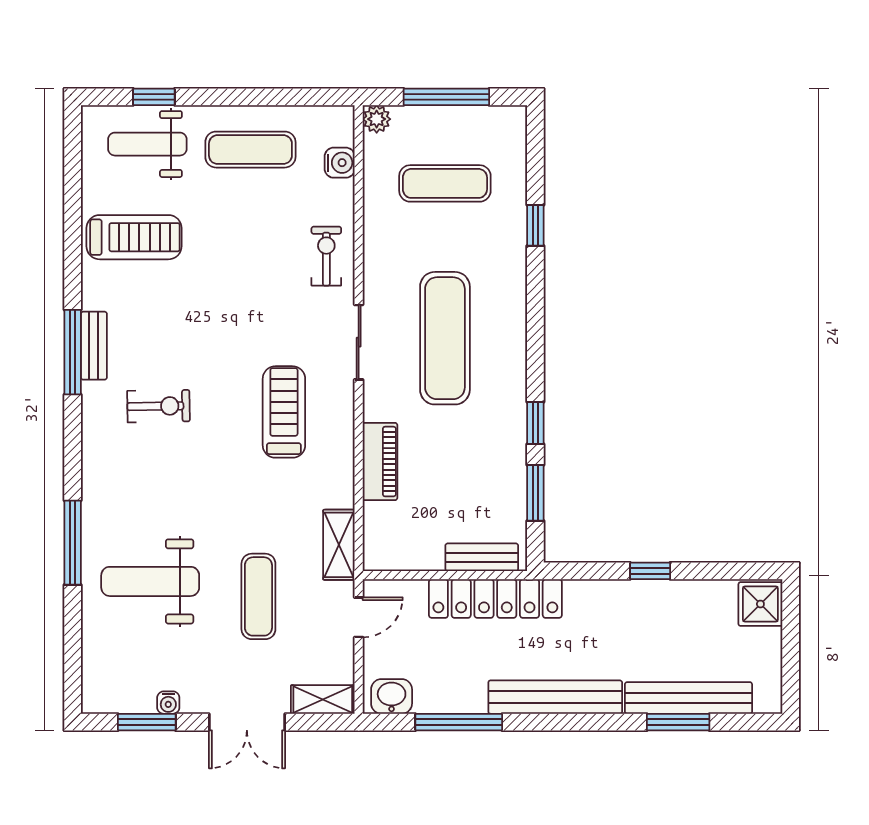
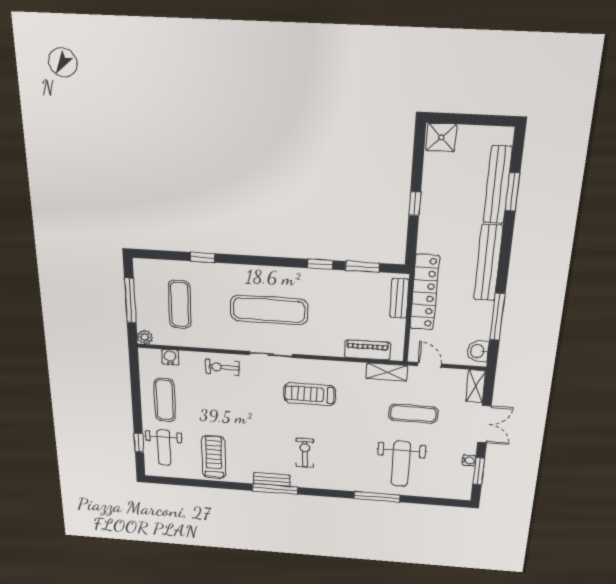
piano: (380, 462) -> (367, 350), moved

